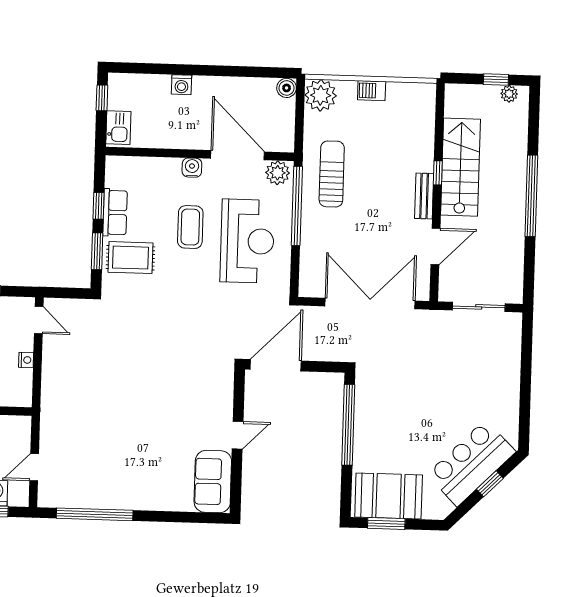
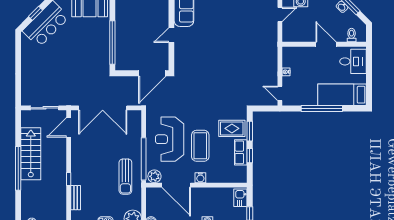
stairs: (461, 167) -> (31, 154), moved, turned 180
bench: (424, 196) -> (76, 198), moved
coffee table: (190, 227) -> (200, 146), width x1.36, depth x1.32
door: (435, 246) -> (69, 127), moved

